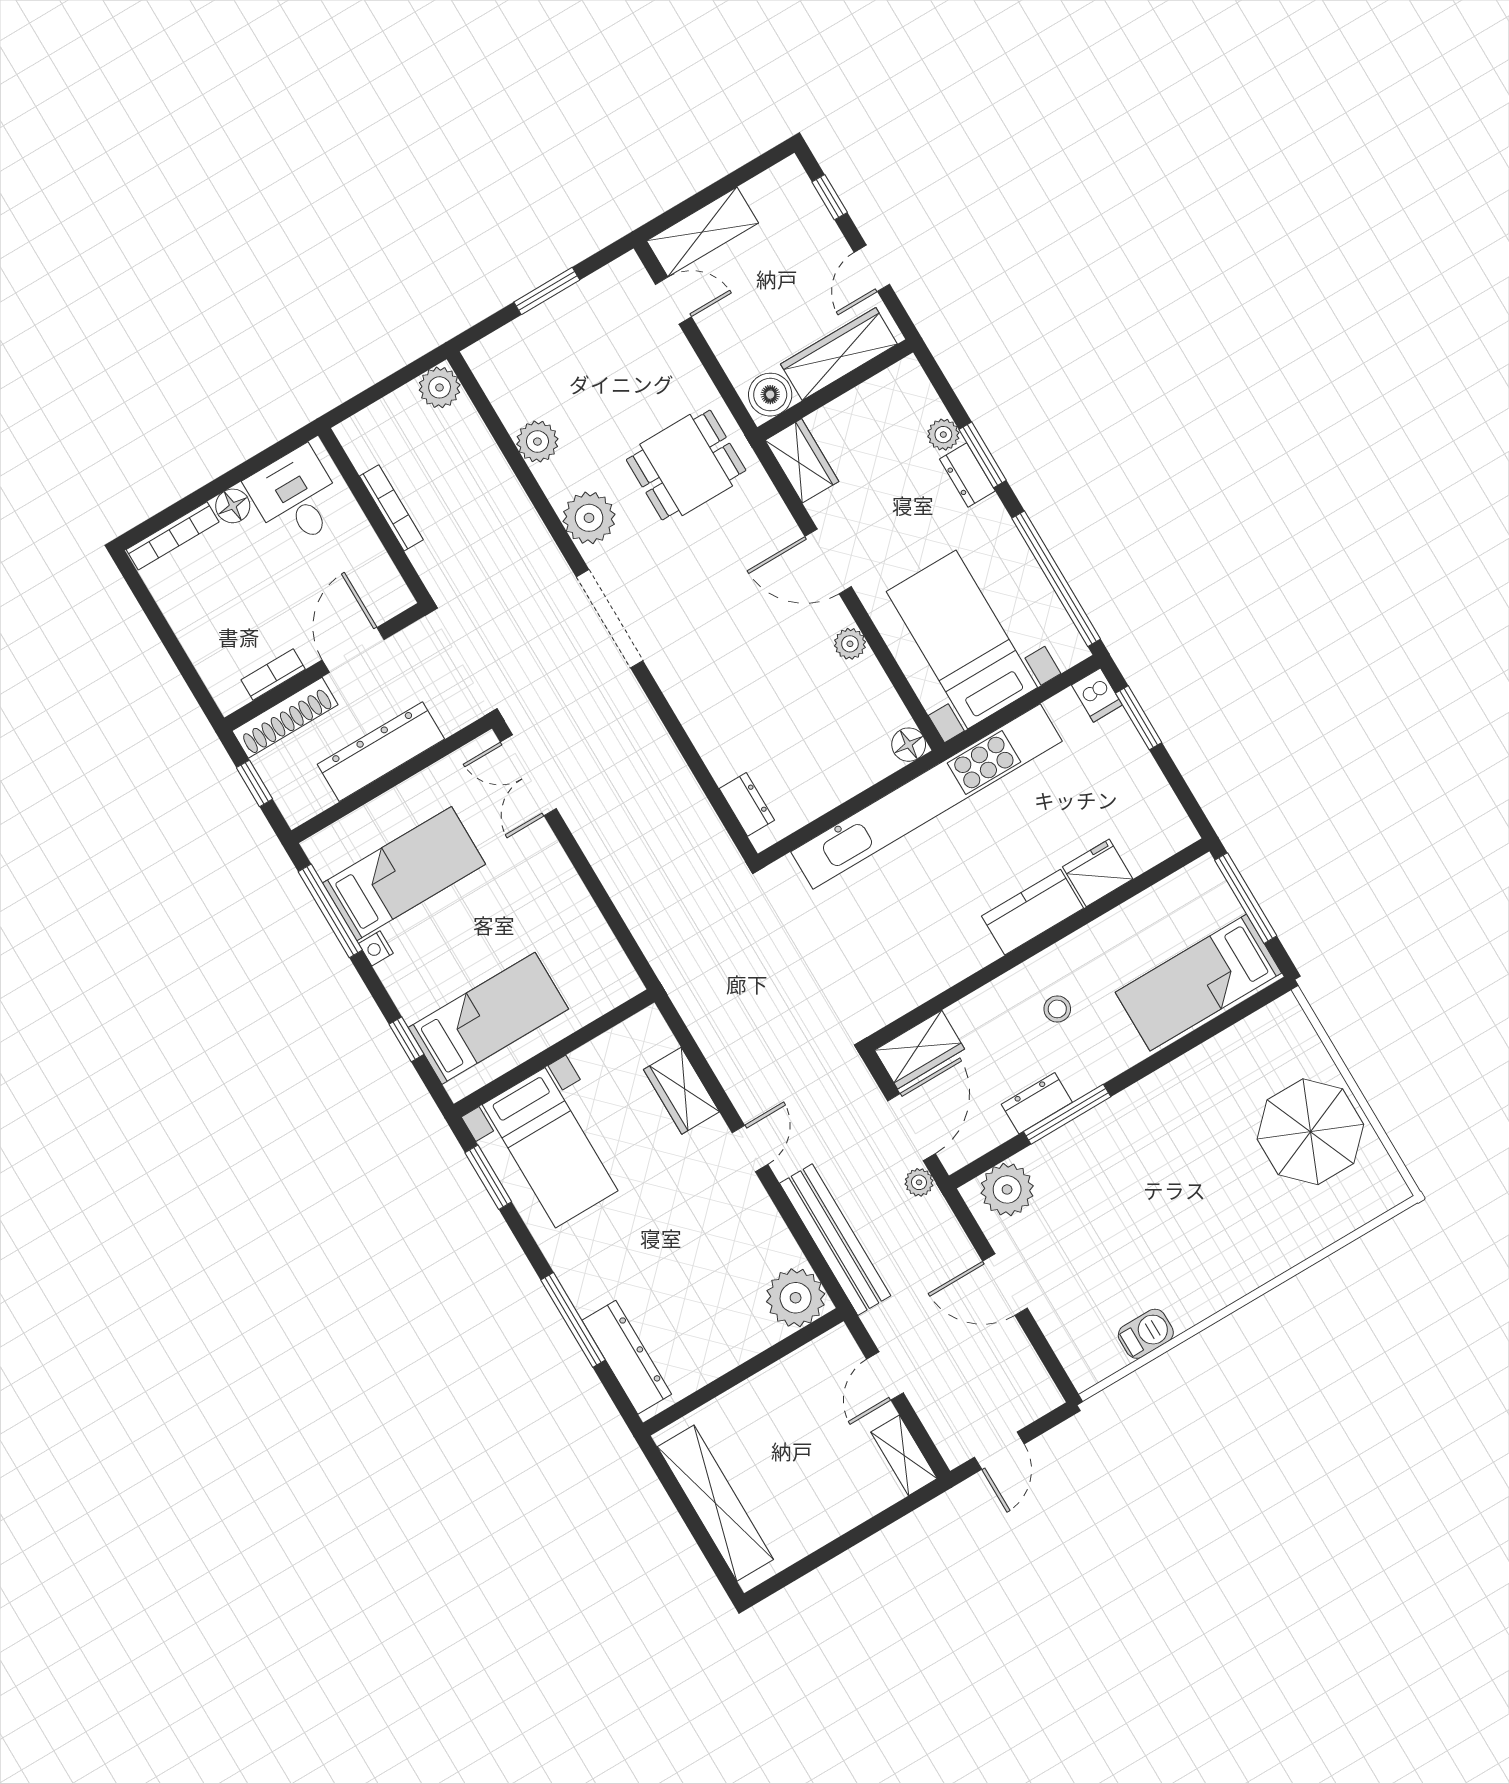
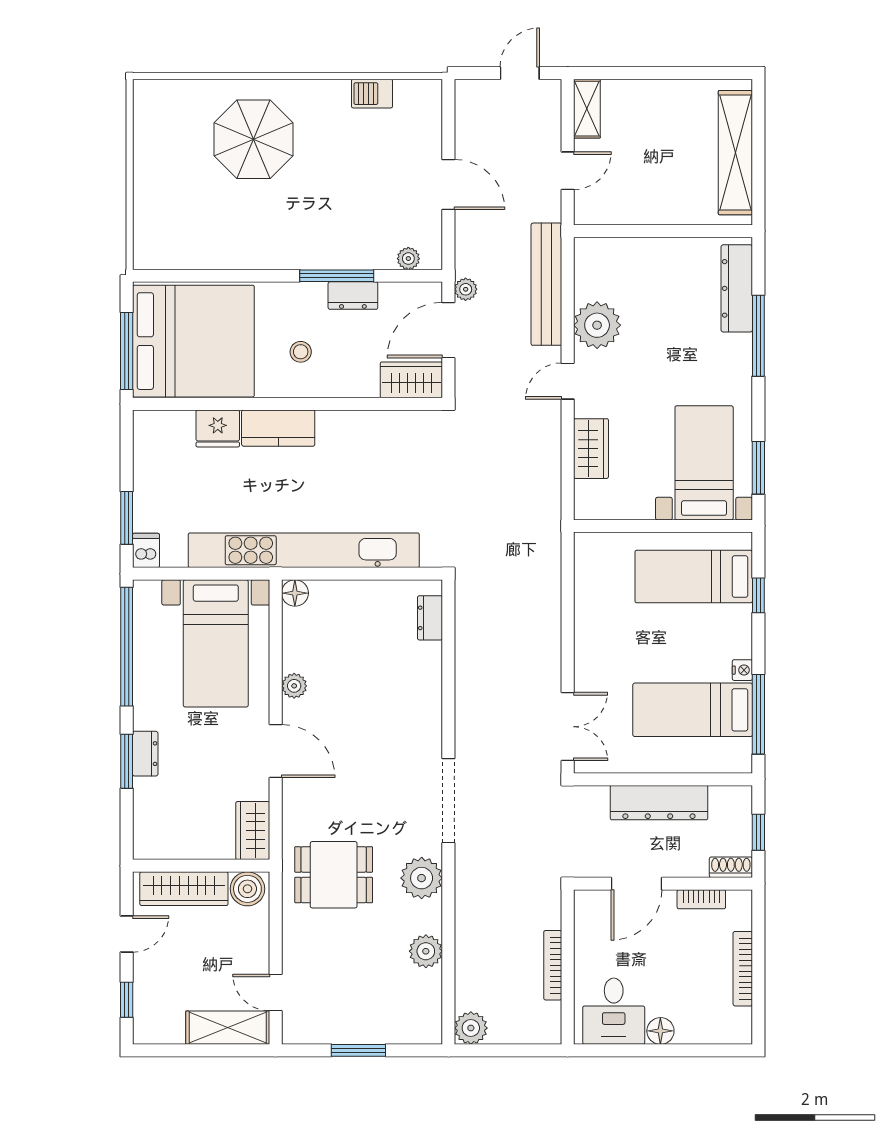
plant: (943, 435) -> (145, 791), removed
bookcase: (173, 536) -> (743, 969), moved, turned -90
shoe rack: (285, 718) -> (731, 867), width x0.51, depth x0.81
bed: (1198, 983) -> (193, 341), width x2.04
parasol: (1310, 1132) -> (254, 139), moved
plant: (1007, 1189) -> (408, 259), width x0.53, depth x0.53
plant: (796, 1298) -> (597, 325), moved

